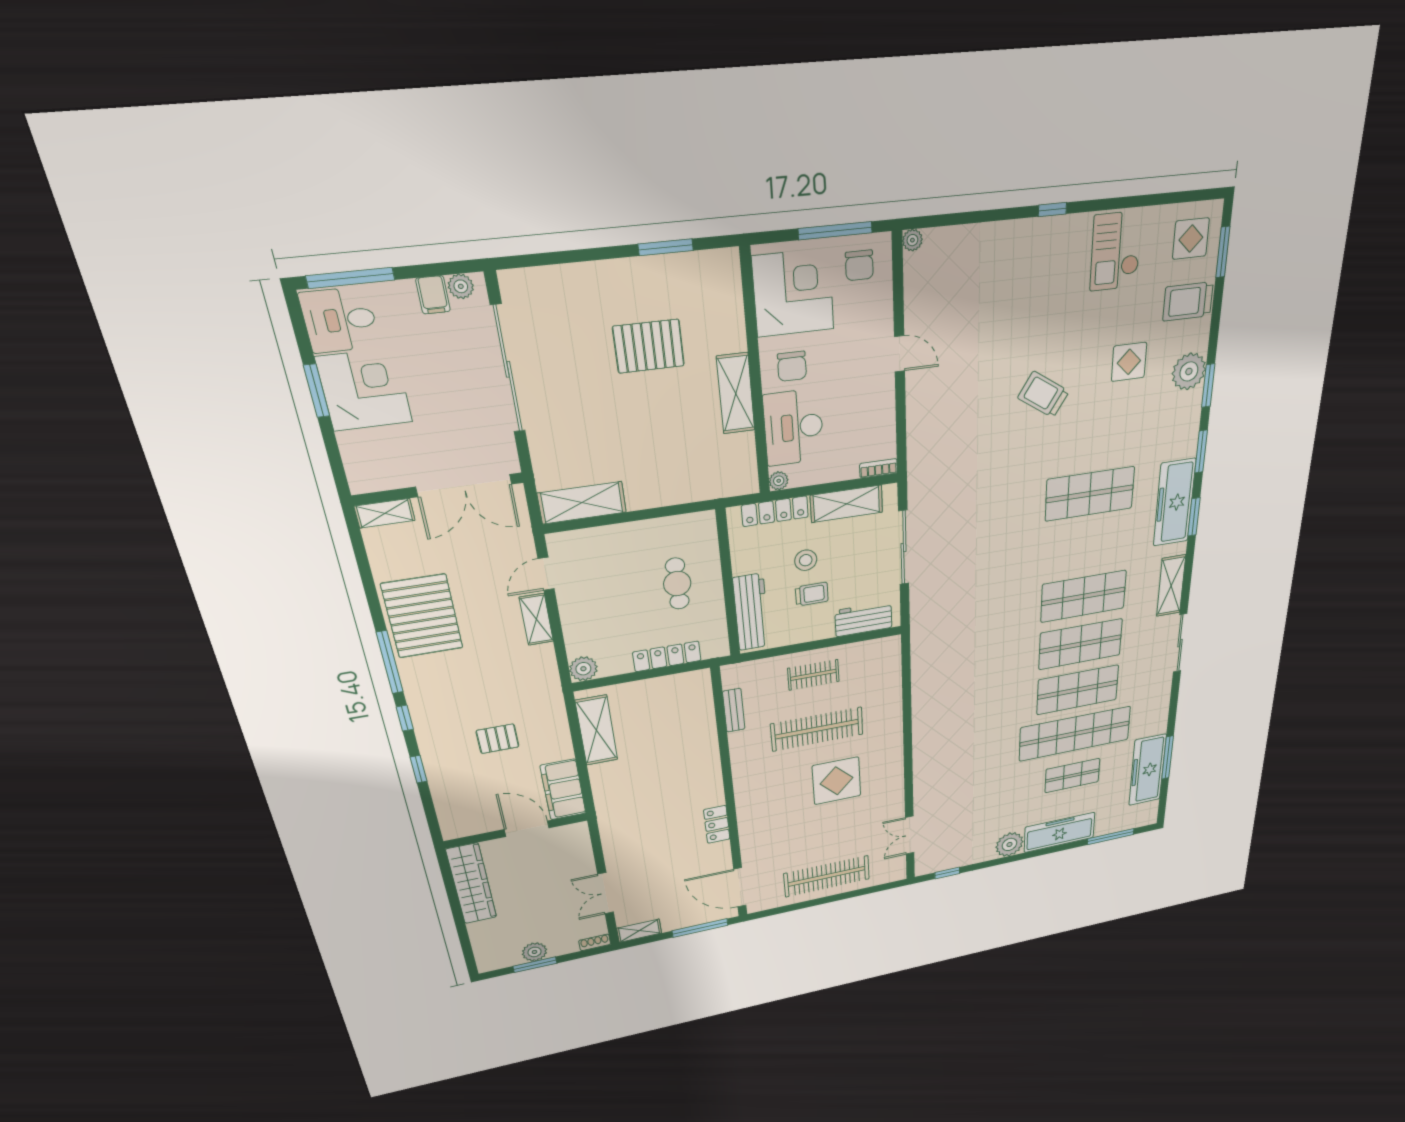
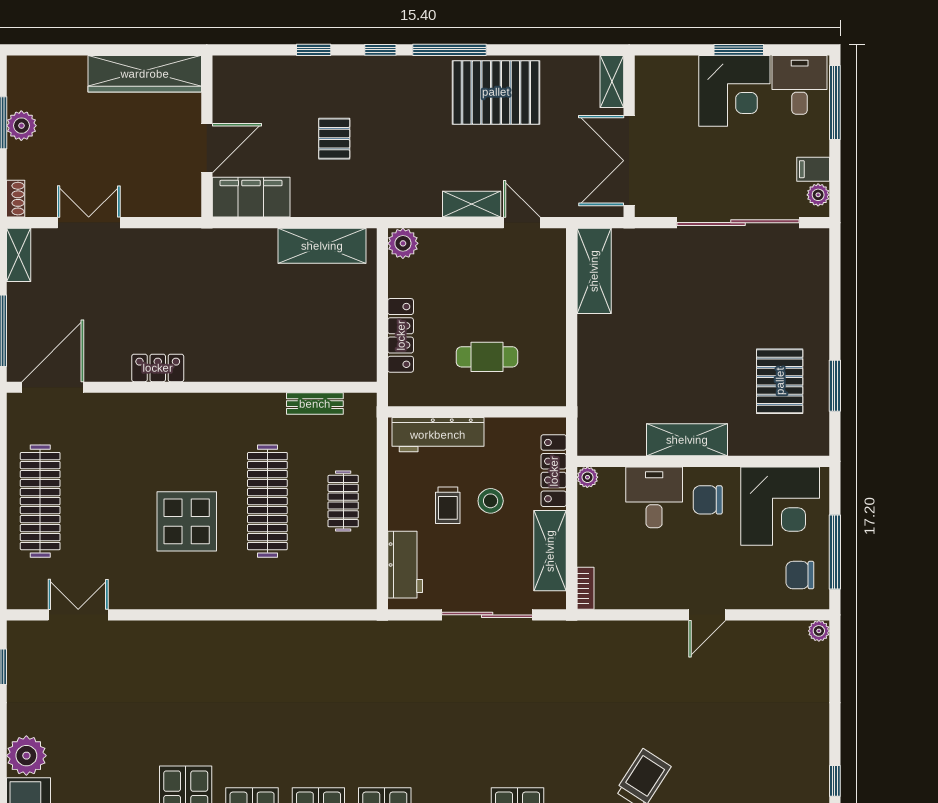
pallet: (649, 346) -> (780, 381), moved
desk: (794, 427) -> (654, 497), width x0.73

